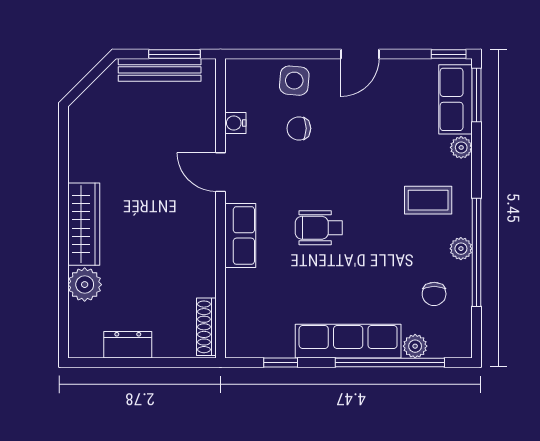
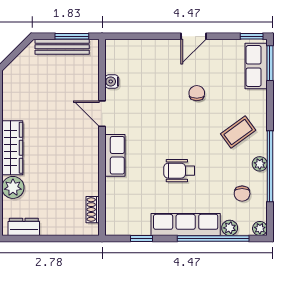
side table: (294, 81) -> (150, 54), removed
chair: (299, 128) -> (197, 93), moved, turned 90
plant: (461, 147) -> (260, 229), moved
coffee table: (428, 200) -> (238, 132), turned -36
wheelchair: (319, 228) -> (179, 171), moved
shoe rack: (206, 327) -> (93, 210), width x0.70
dresser: (128, 345) -> (24, 227), moved

